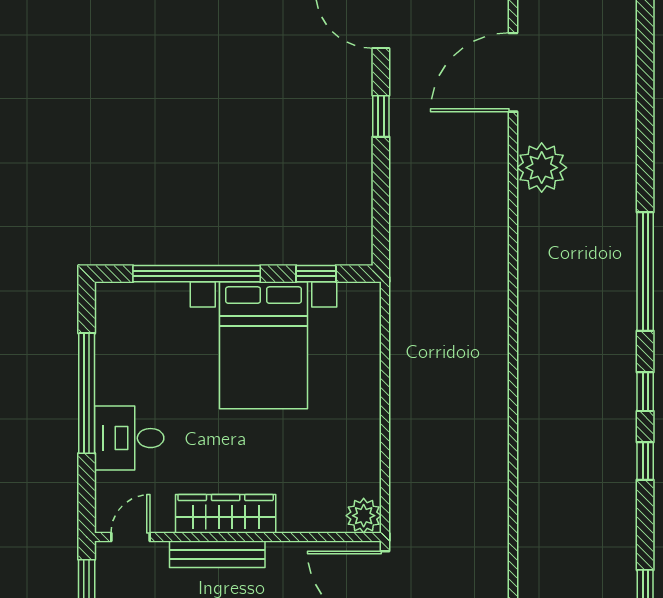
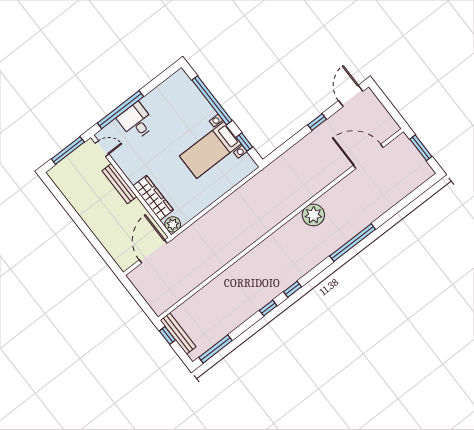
plant: (542, 168) -> (313, 215), moved
window: (645, 271) -> (353, 243), moved
bed with nightstands: (264, 345) -> (210, 150), width x0.73
window: (87, 393) -> (120, 110), moved
wardrobe: (226, 514) -> (153, 198), moved

